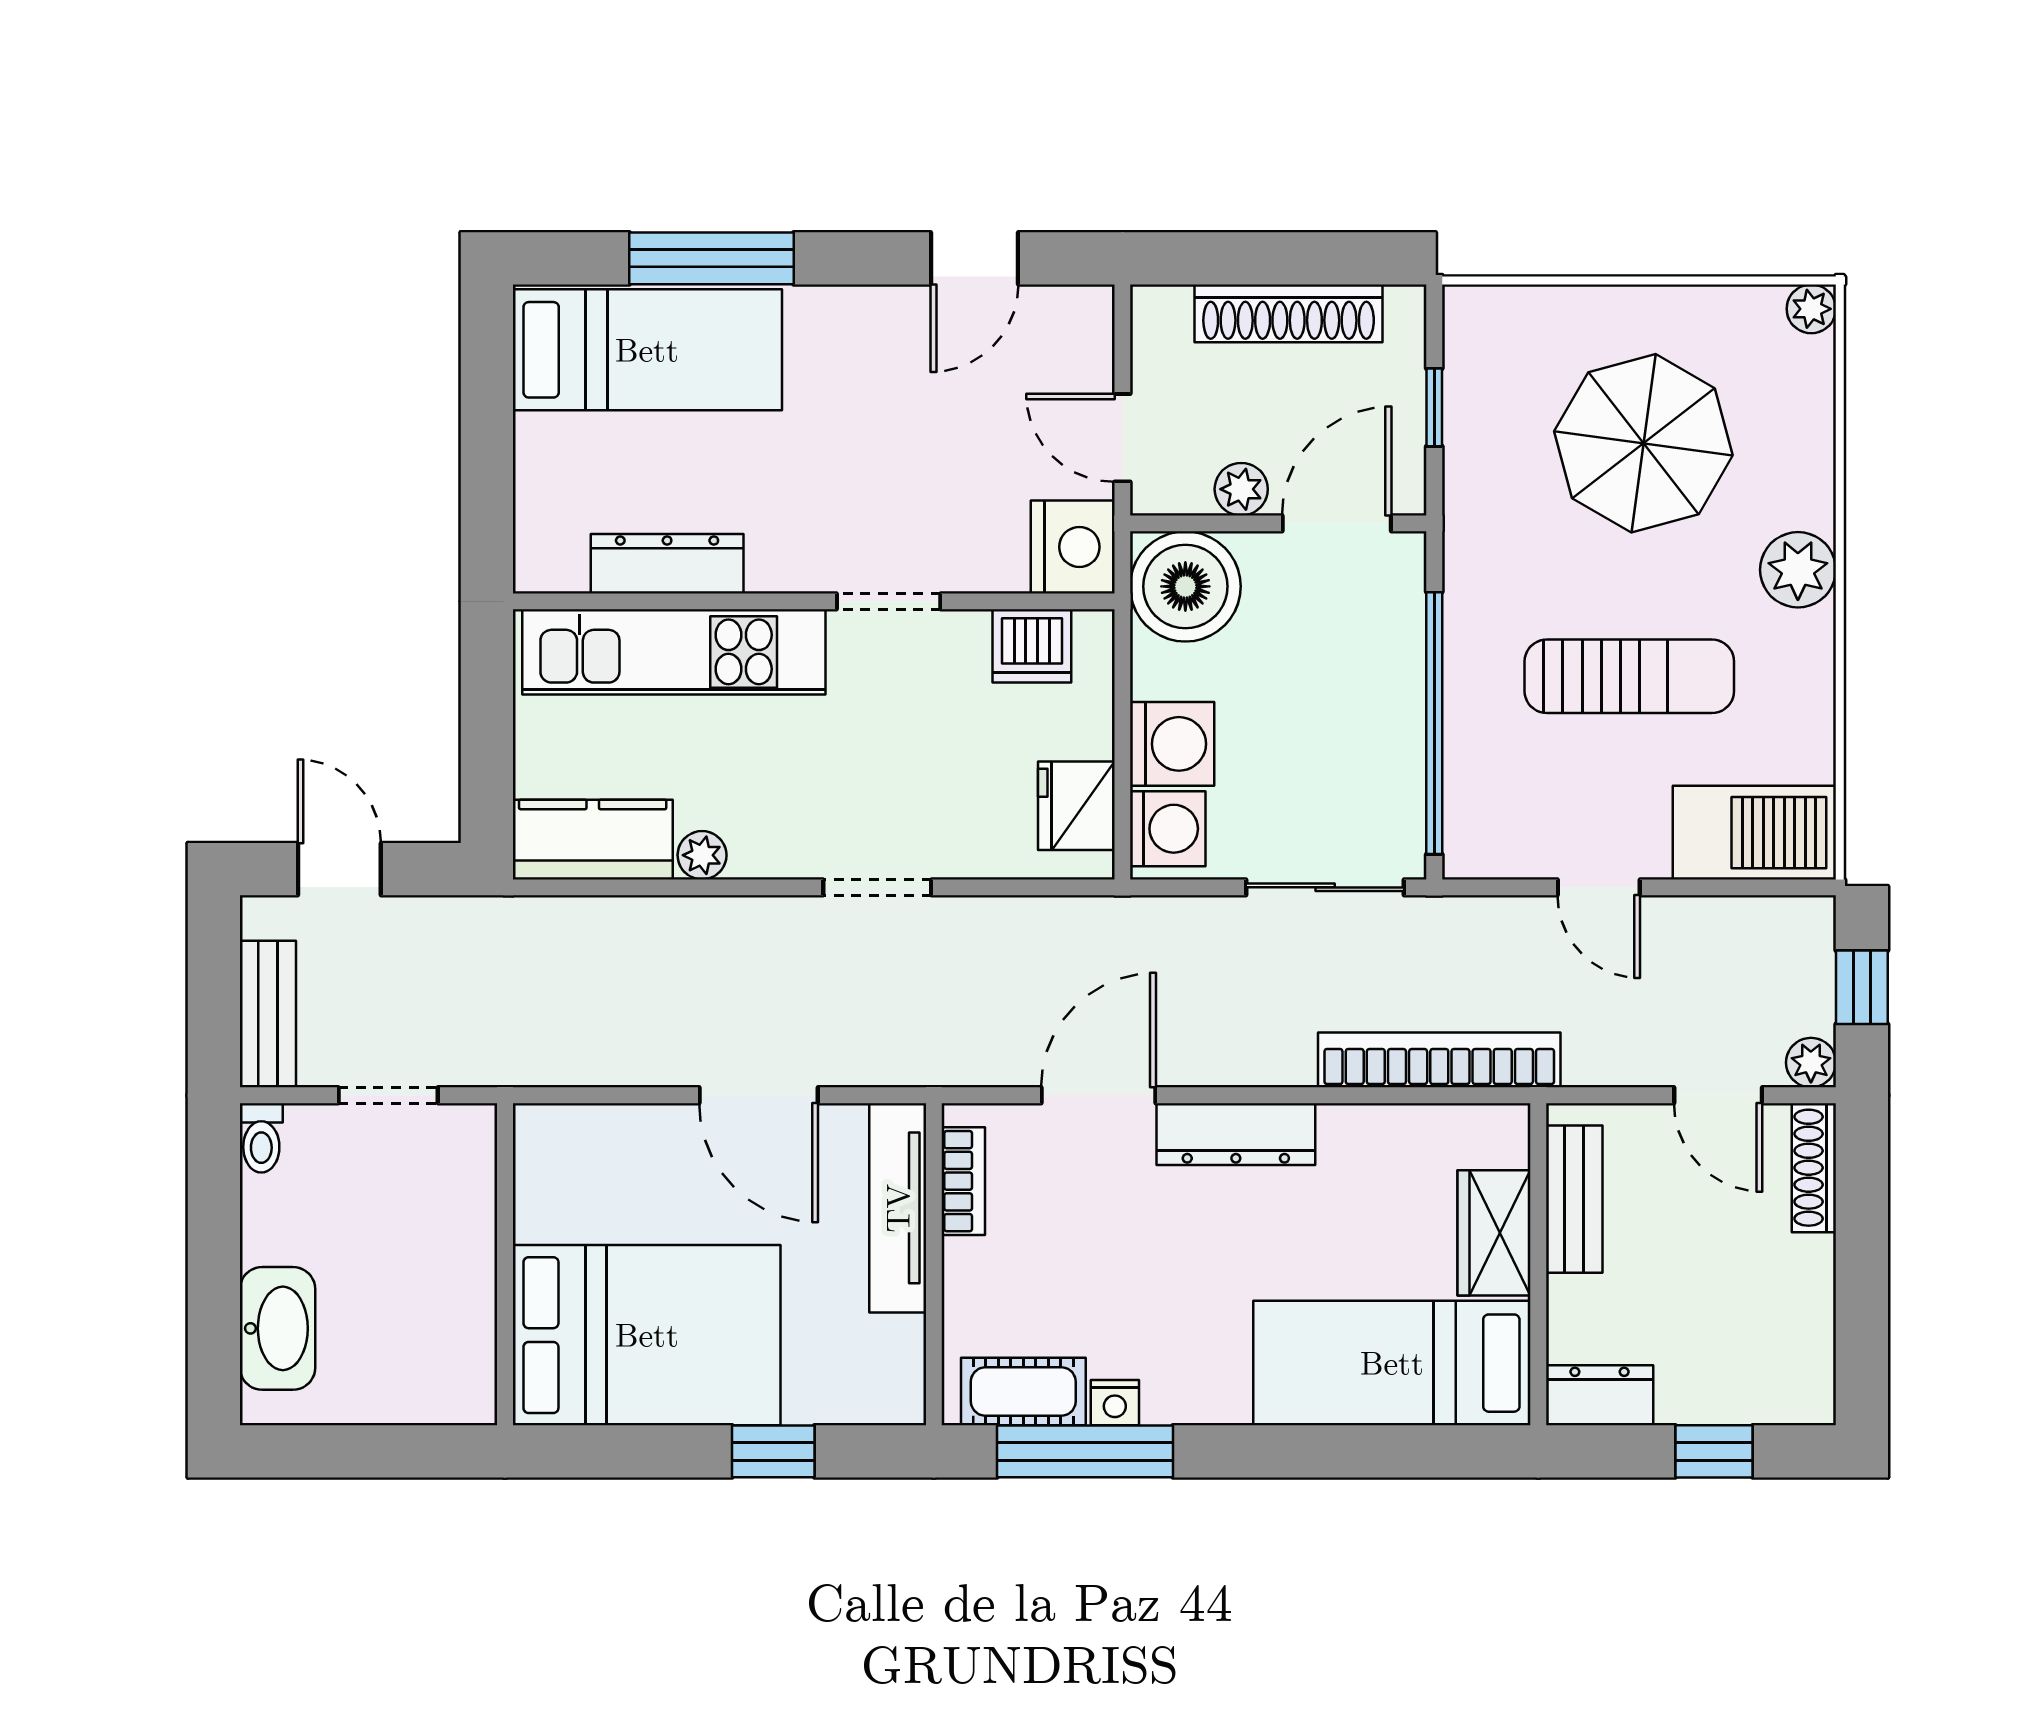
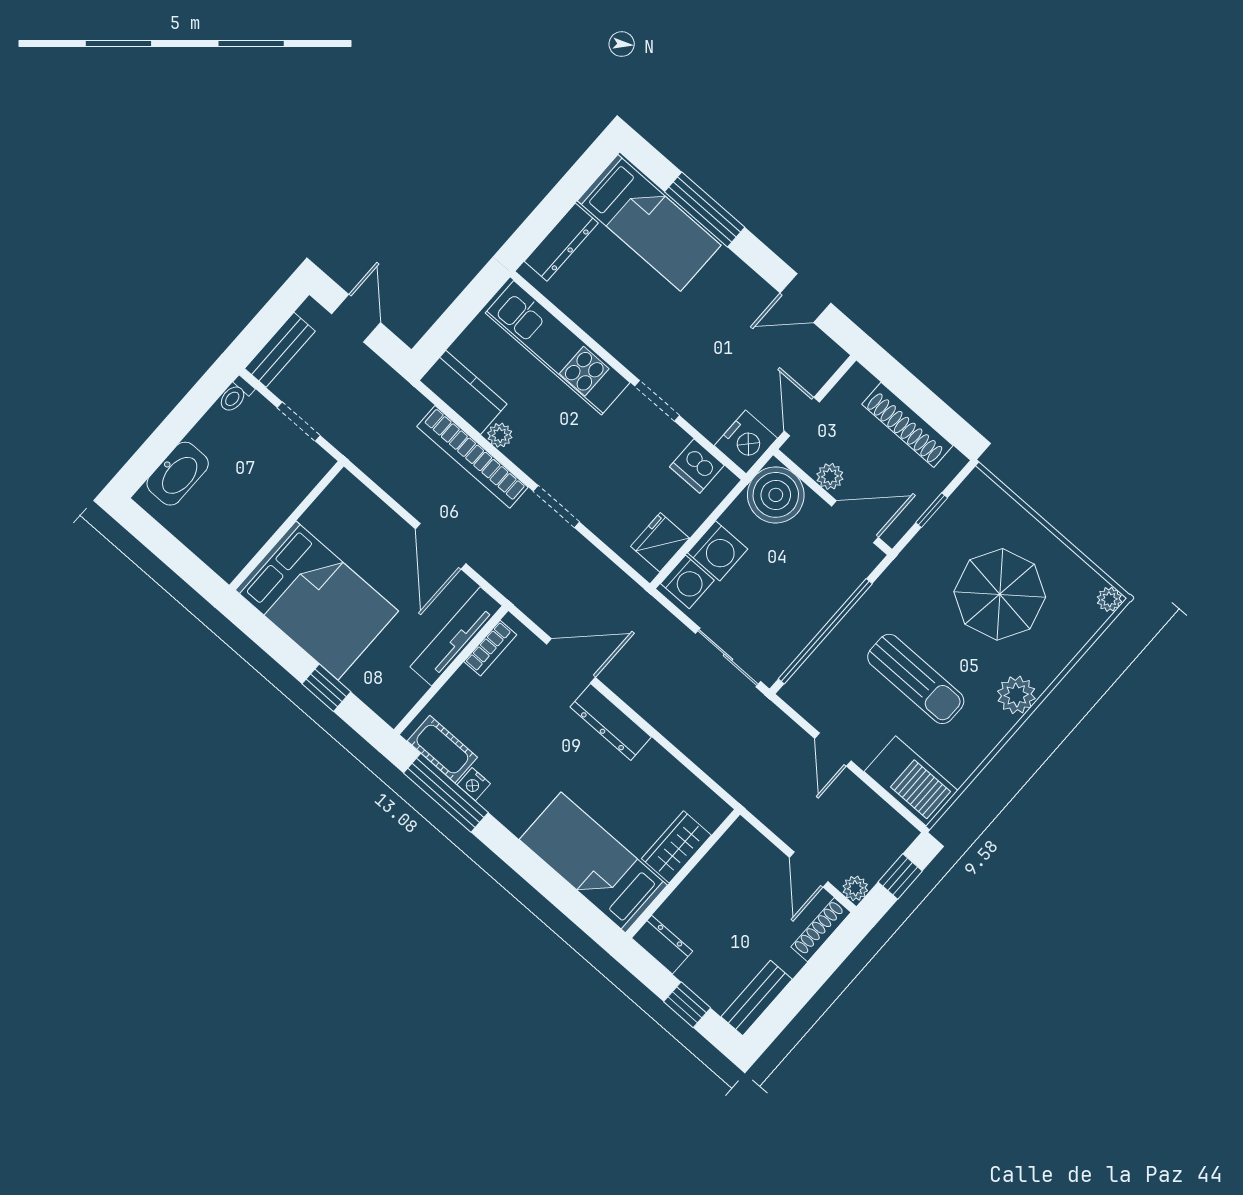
dresser: (667, 564) -> (561, 242), moved, turned 90
bookcase: (1439, 1060) -> (472, 457), moved, turned 180
bench: (1574, 1199) -> (757, 998), moved

